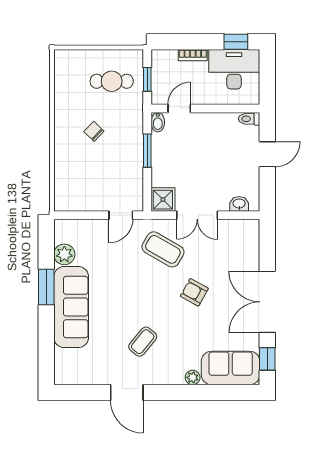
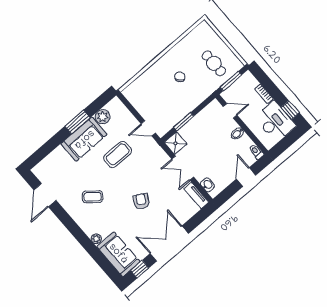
window: (147, 79) -> (231, 81), width x1.50
bidet: (158, 122) -> (237, 133), moved
window: (147, 151) -> (184, 122), moved
door: (267, 154) -> (246, 177), swing flipped
tv unit: (240, 226) -> (196, 196), added
coffee table: (163, 249) -> (118, 154), moved, turned 60
sofa: (71, 307) -> (84, 139), width x0.73
door: (127, 392) -> (45, 195), moved

